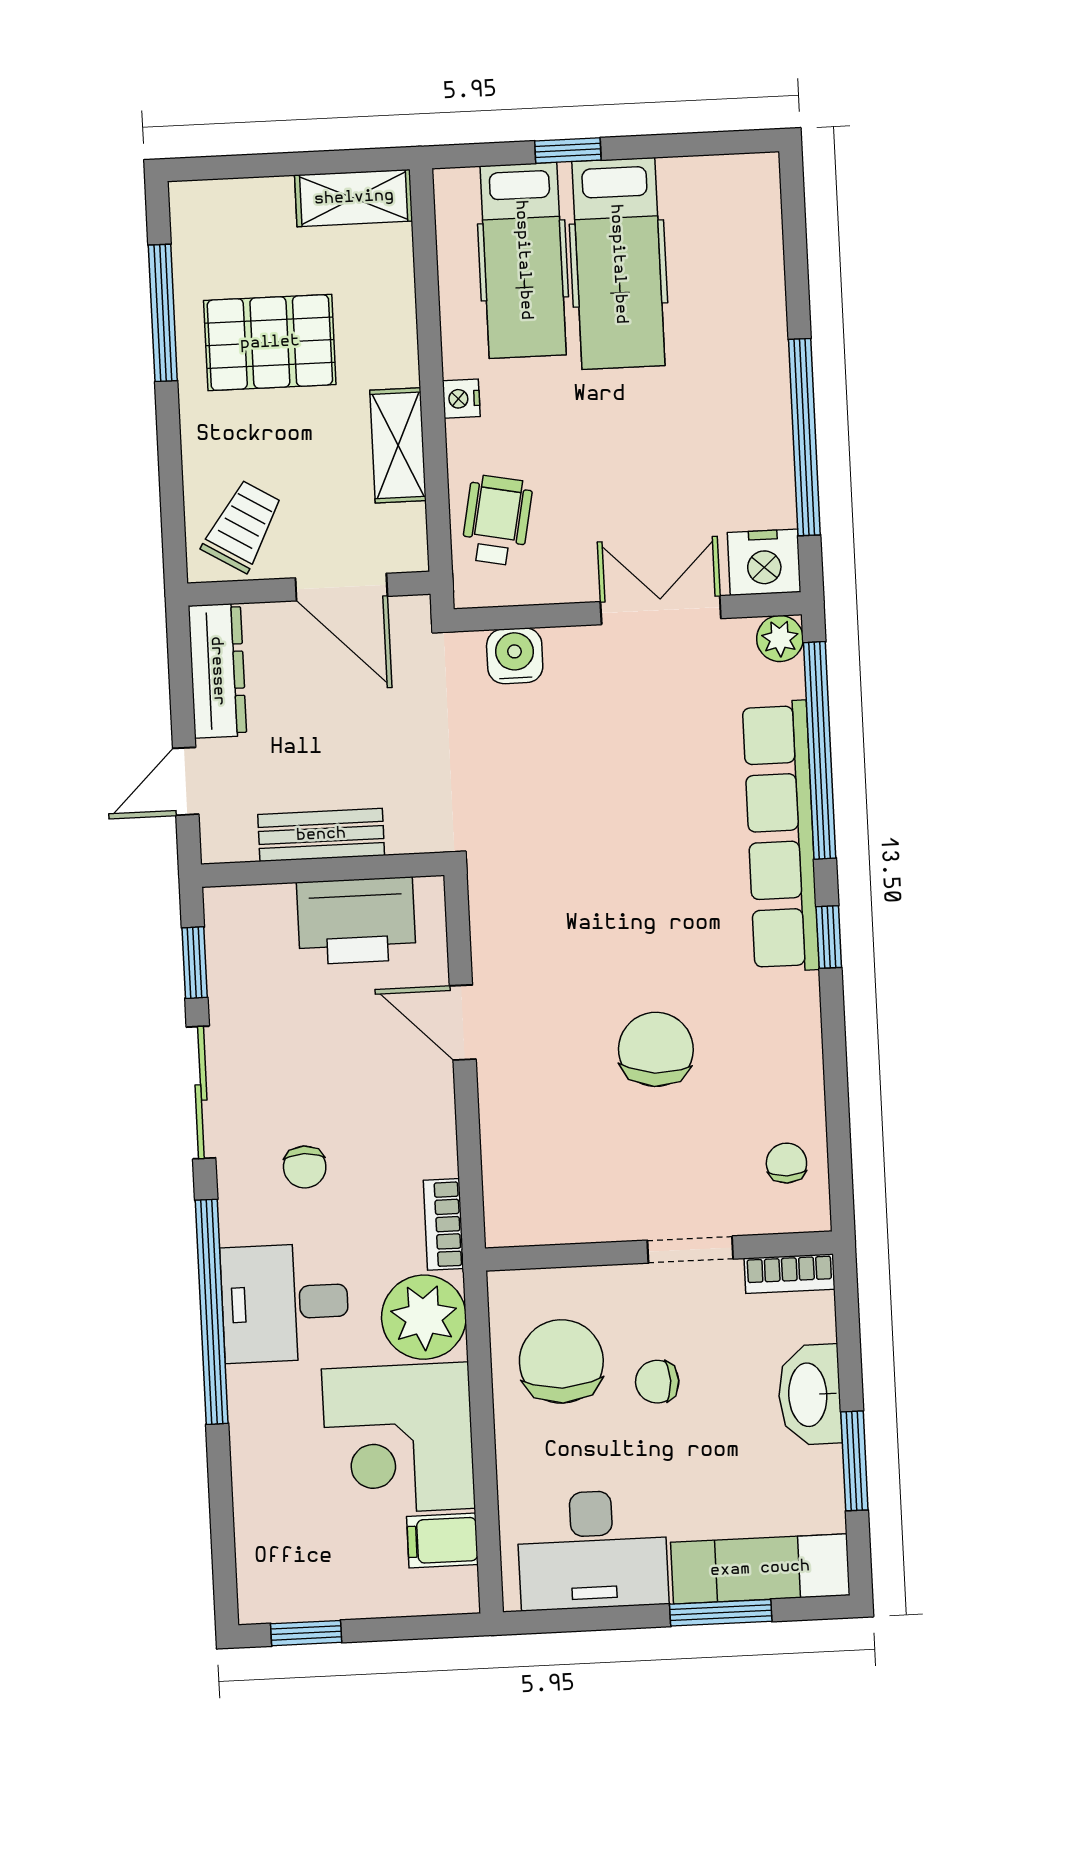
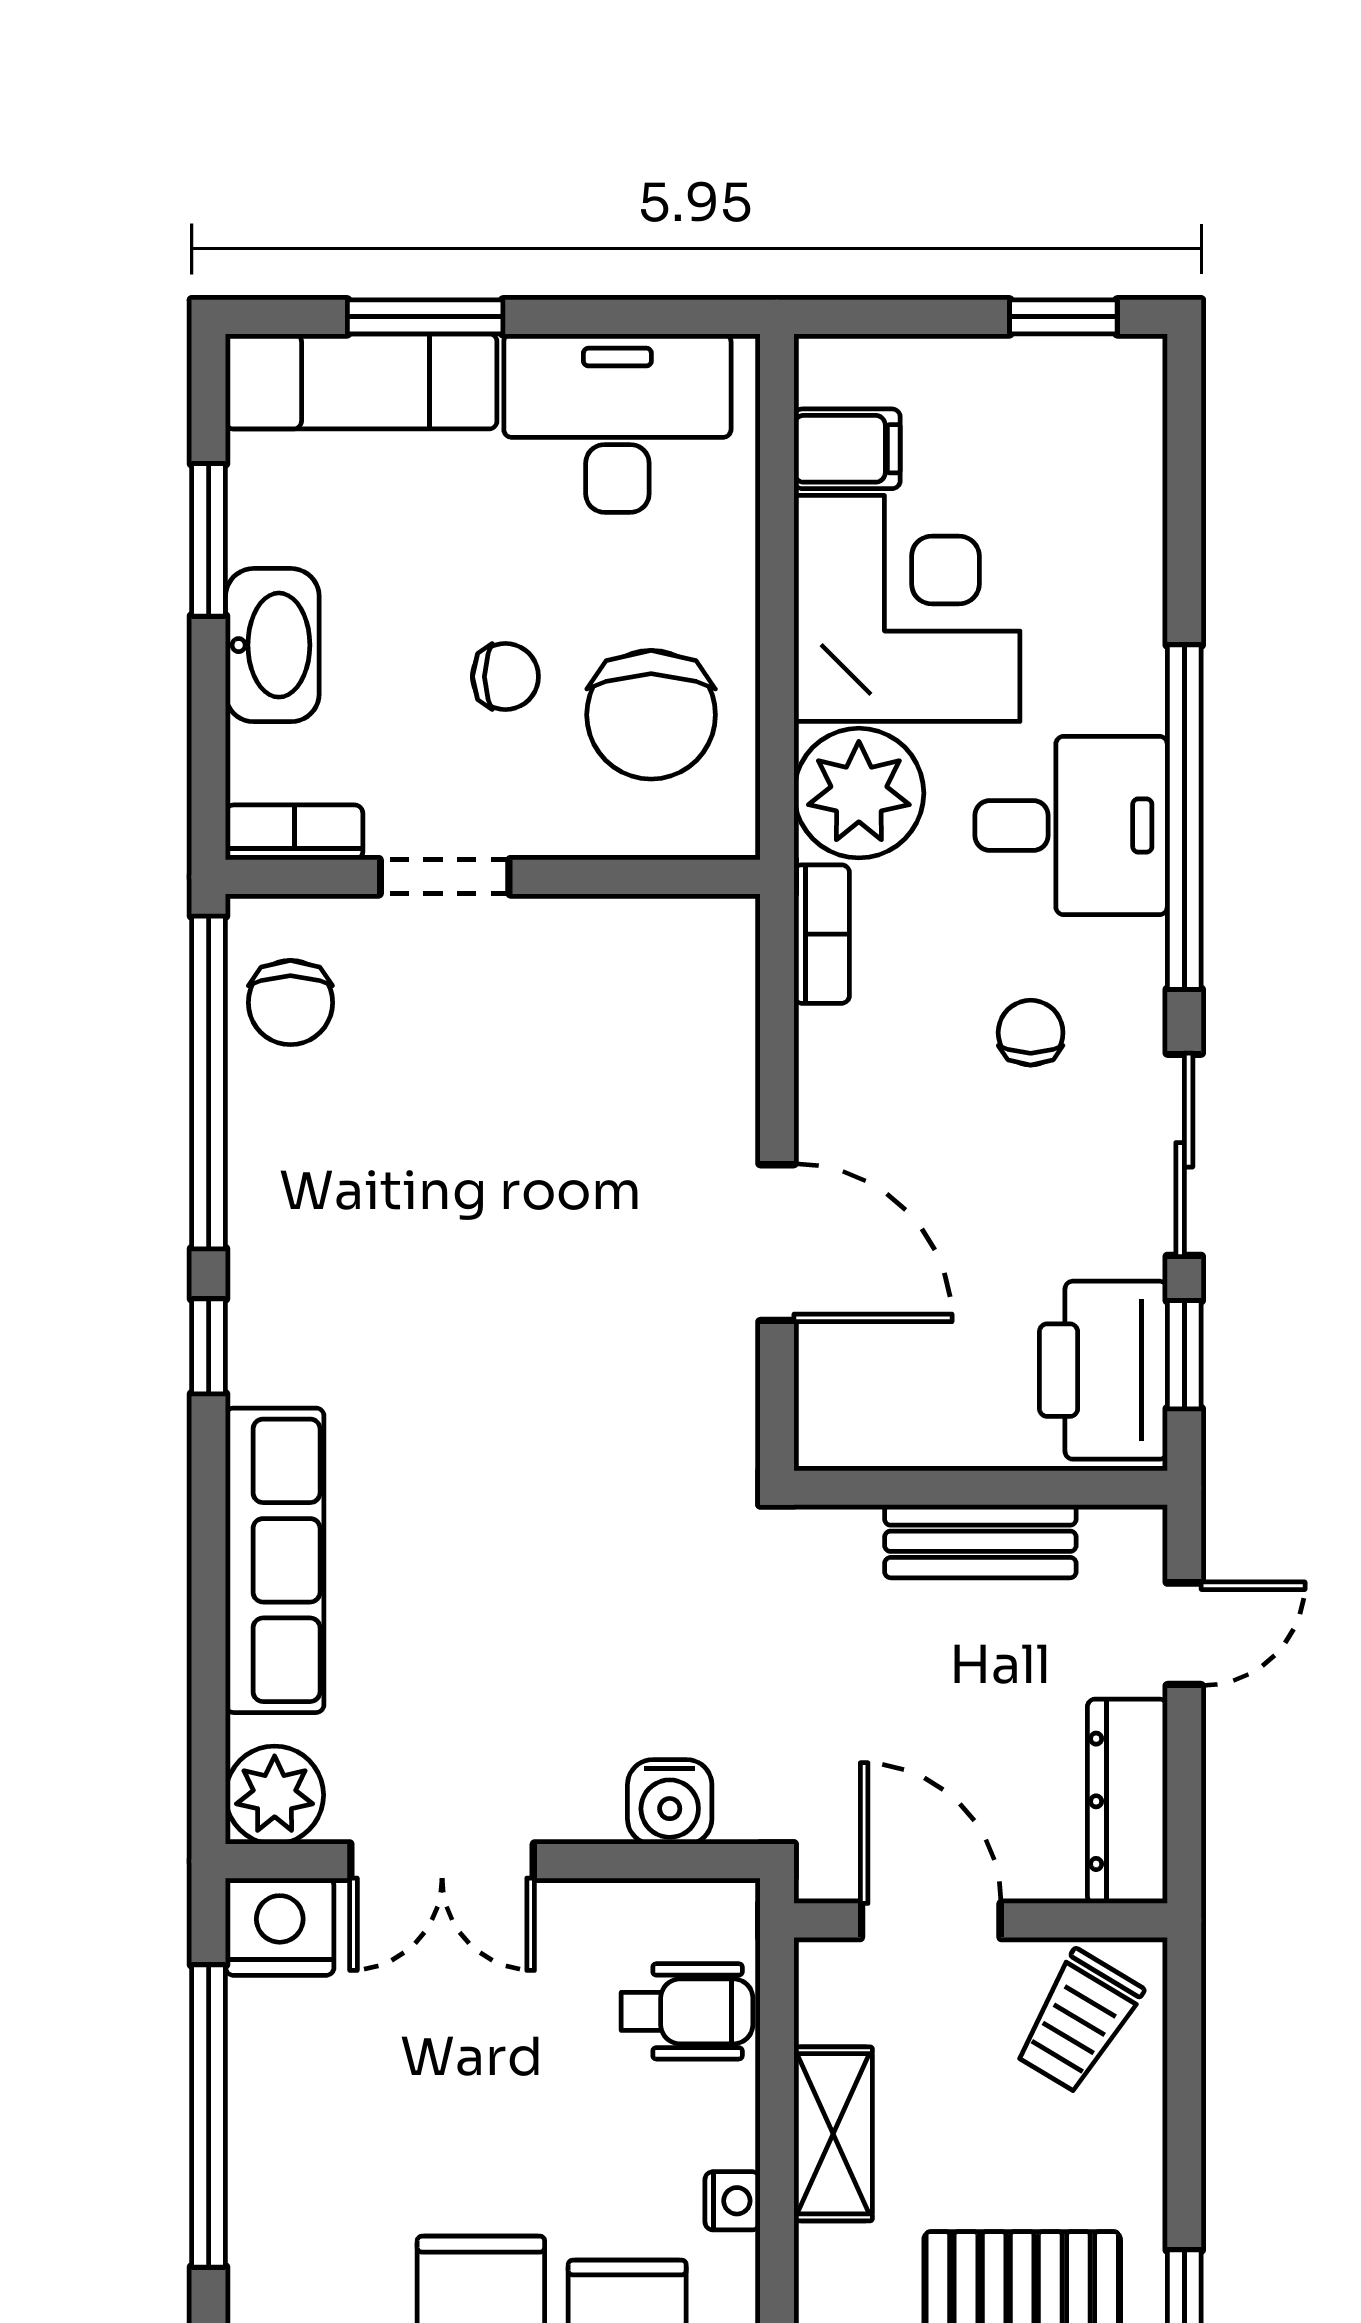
wheelchair: (497, 520) -> (687, 2011), turned -101
plant: (780, 639) -> (275, 1795), width x1.38, depth x1.38
window: (820, 750) -> (209, 1082), moved
row of seats: (781, 836) -> (275, 1560), width x0.73
printer: (356, 921) -> (1103, 1370), moved, turned -90
door: (463, 1023) -> (777, 1243), width x1.38
chair: (656, 1049) -> (483, 1187), removed
chair: (786, 1163) -> (290, 1003), width x1.37, depth x1.37

